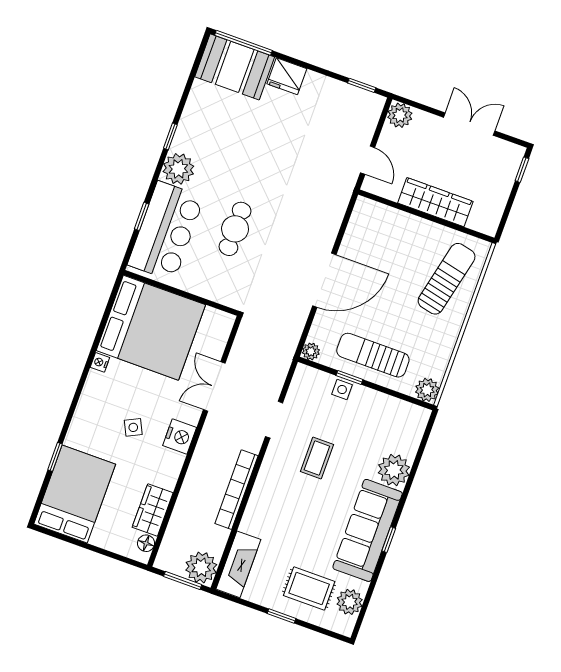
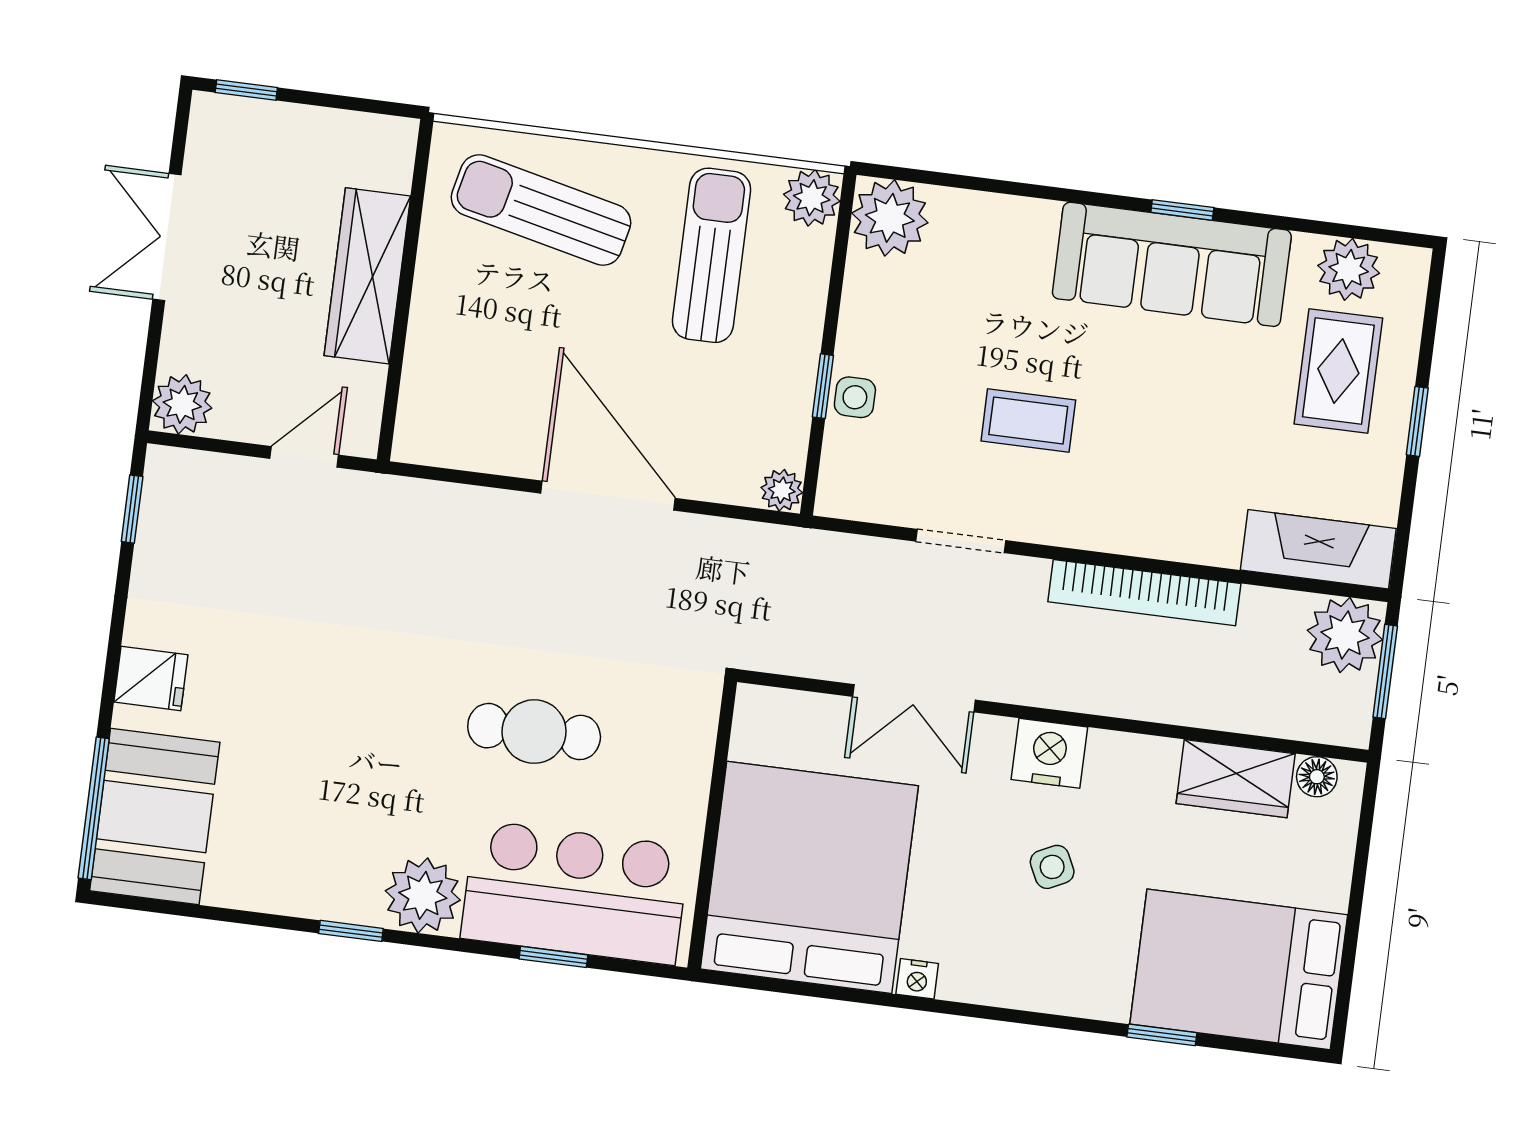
fridge: (287, 76) -> (151, 678), width x0.72
sun lounger: (373, 355) -> (712, 255), moved, turned 180
plant: (394, 470) -> (890, 218), moved

